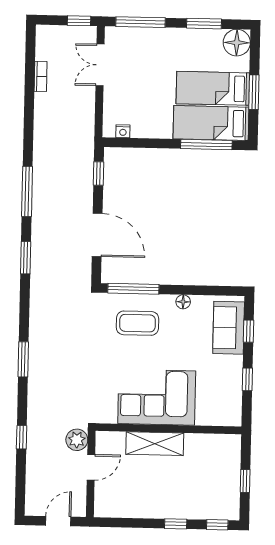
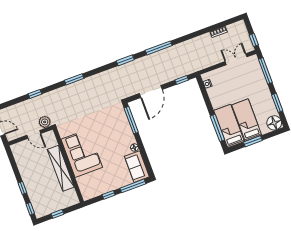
coffee table: (137, 323) -> (115, 129), removed
sofa: (229, 328) -> (137, 167), moved, turned -90
window: (248, 331) -> (133, 186), width x2.17
shelving: (155, 444) -> (61, 168), width x1.47

